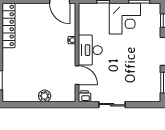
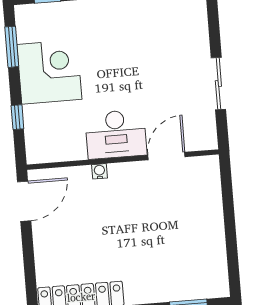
plant: (45, 96) -> (212, 216), removed
printer: (84, 96) -> (206, 138), removed

